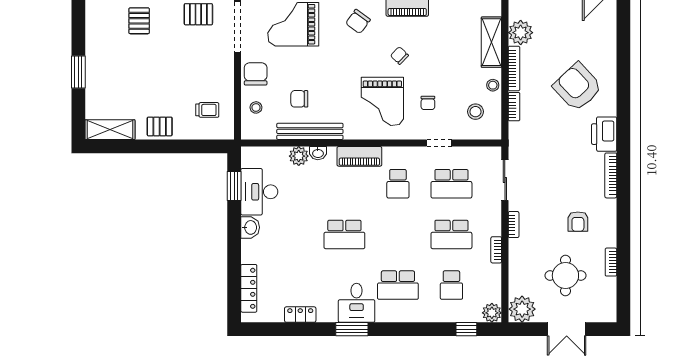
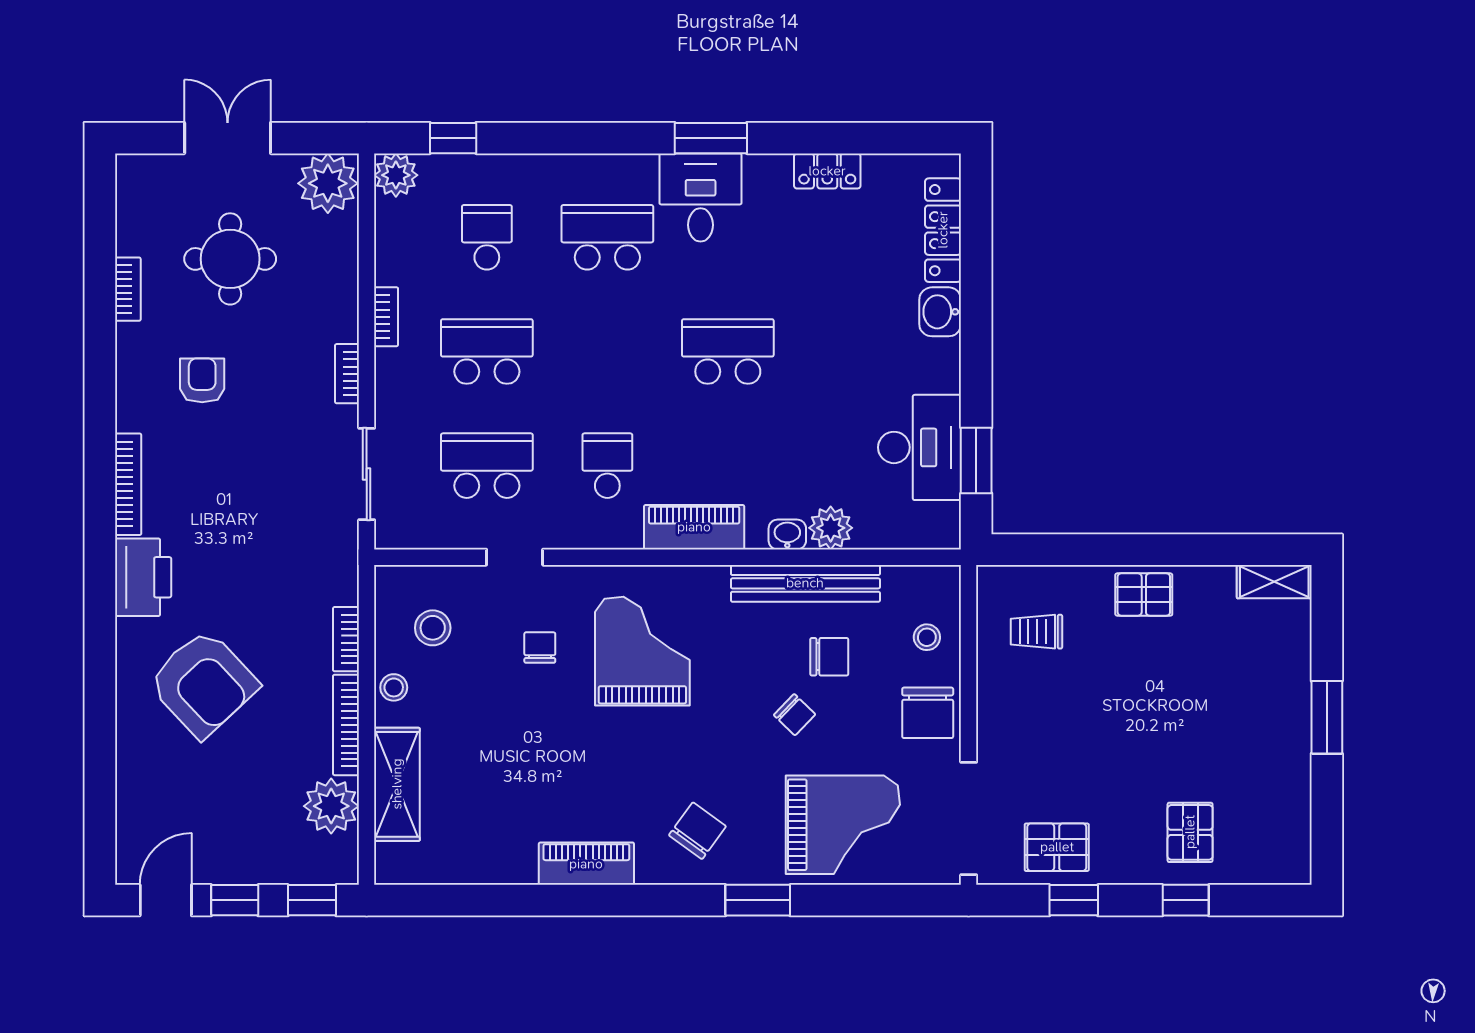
chair: (399, 56) -> (795, 715), moved
shelving: (110, 130) -> (1274, 582), width x0.67, depth x0.75
washbasin: (250, 227) -> (940, 312), moved

